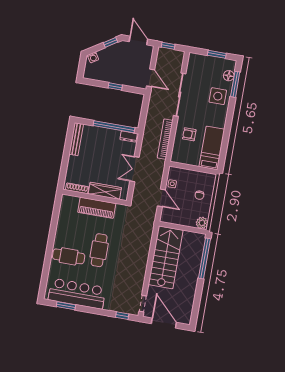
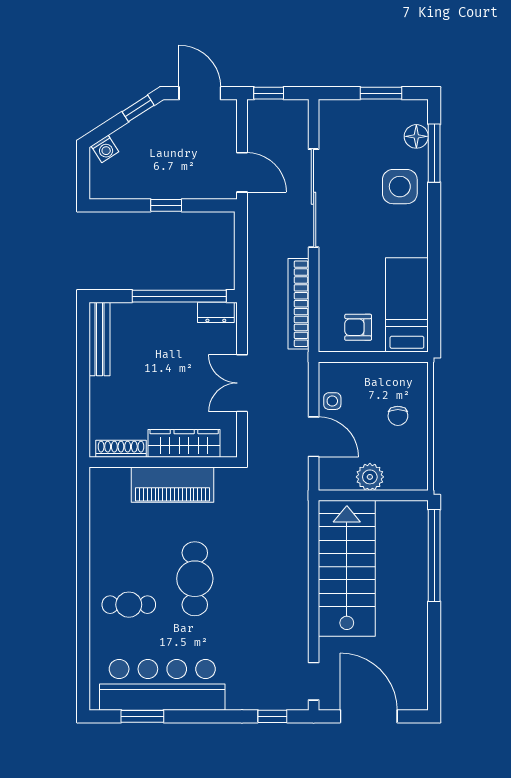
armchair: (189, 134) -> (358, 327), moved
plant: (202, 223) -> (370, 477), moved
cafe table: (69, 256) -> (129, 605), width x0.73, depth x0.74

